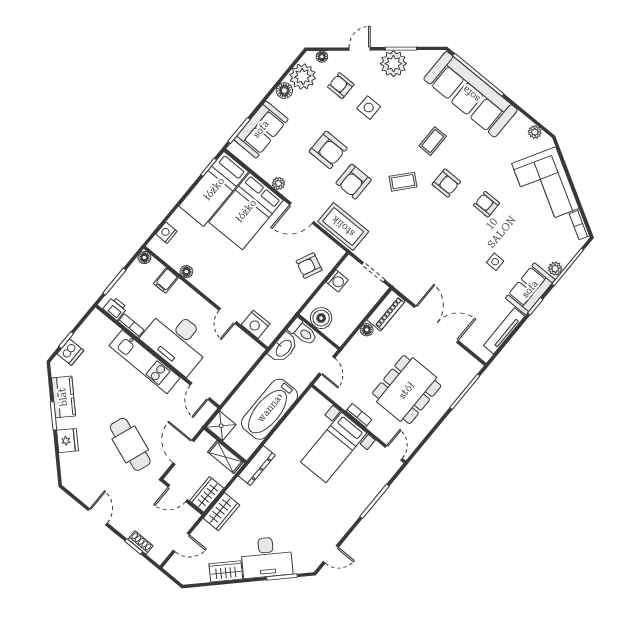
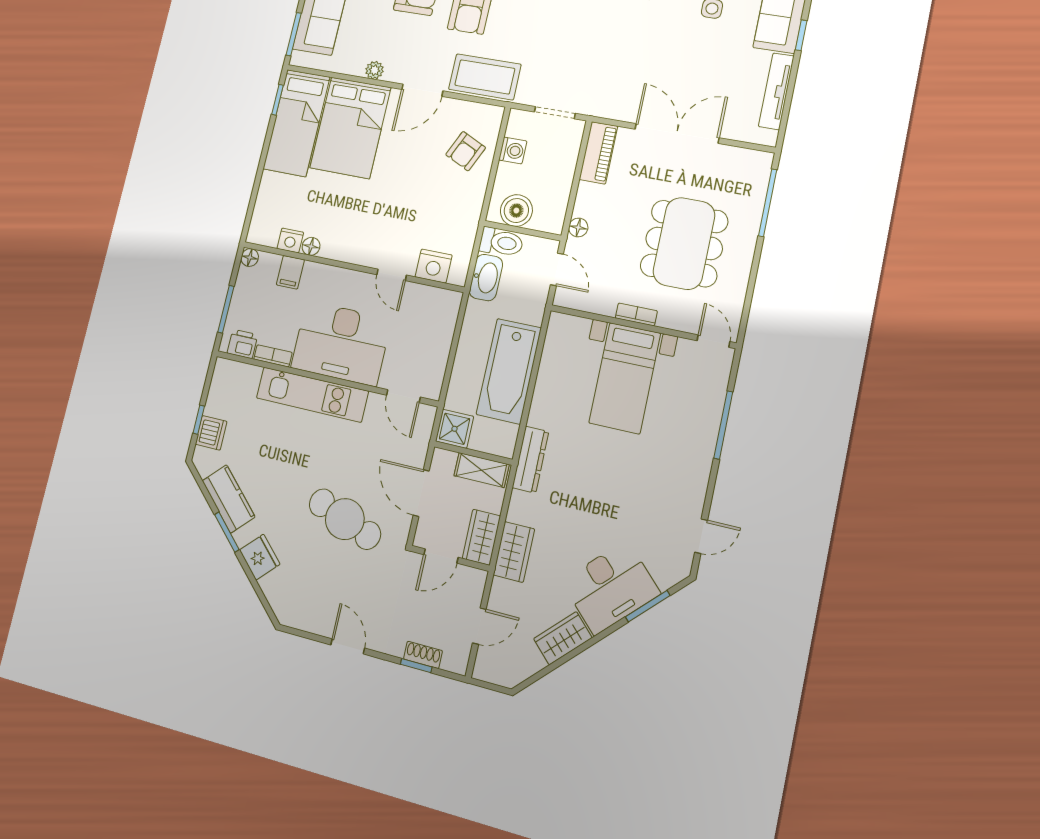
nightstand: (166, 233) -> (290, 240), moved, turned -90
floor lamp: (367, 330) -> (578, 227), moved

